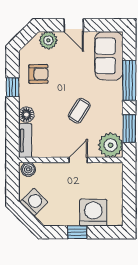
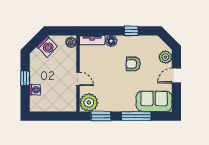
armchair: (38, 74) -> (133, 64), moved, turned 90
coffee table: (79, 111) -> (114, 80), removed
washing machine: (93, 213) -> (35, 90), width x0.53, depth x0.53

